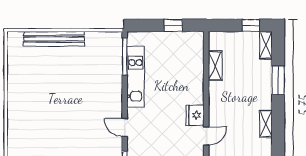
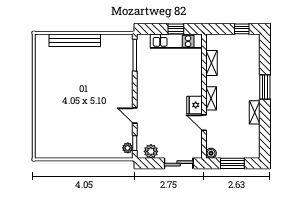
shelving: (266, 45) -> (211, 98), moved
kitchen unit: (135, 77) -> (176, 41), moved, turned 90
window: (278, 80) -> (265, 87), moved
door: (206, 136) -> (204, 123), swing flipped

